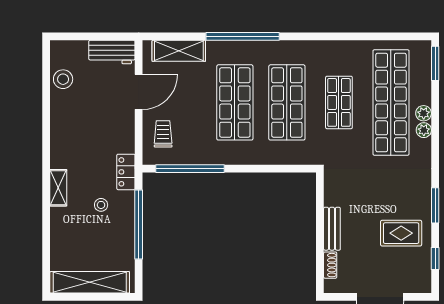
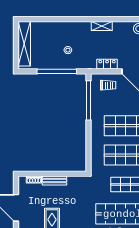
locker: (126, 172) -> (107, 64), moved
shelving: (58, 188) -> (102, 26), moved

